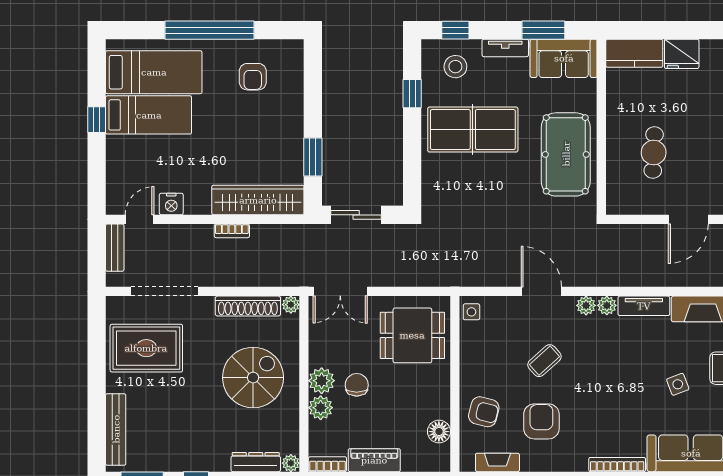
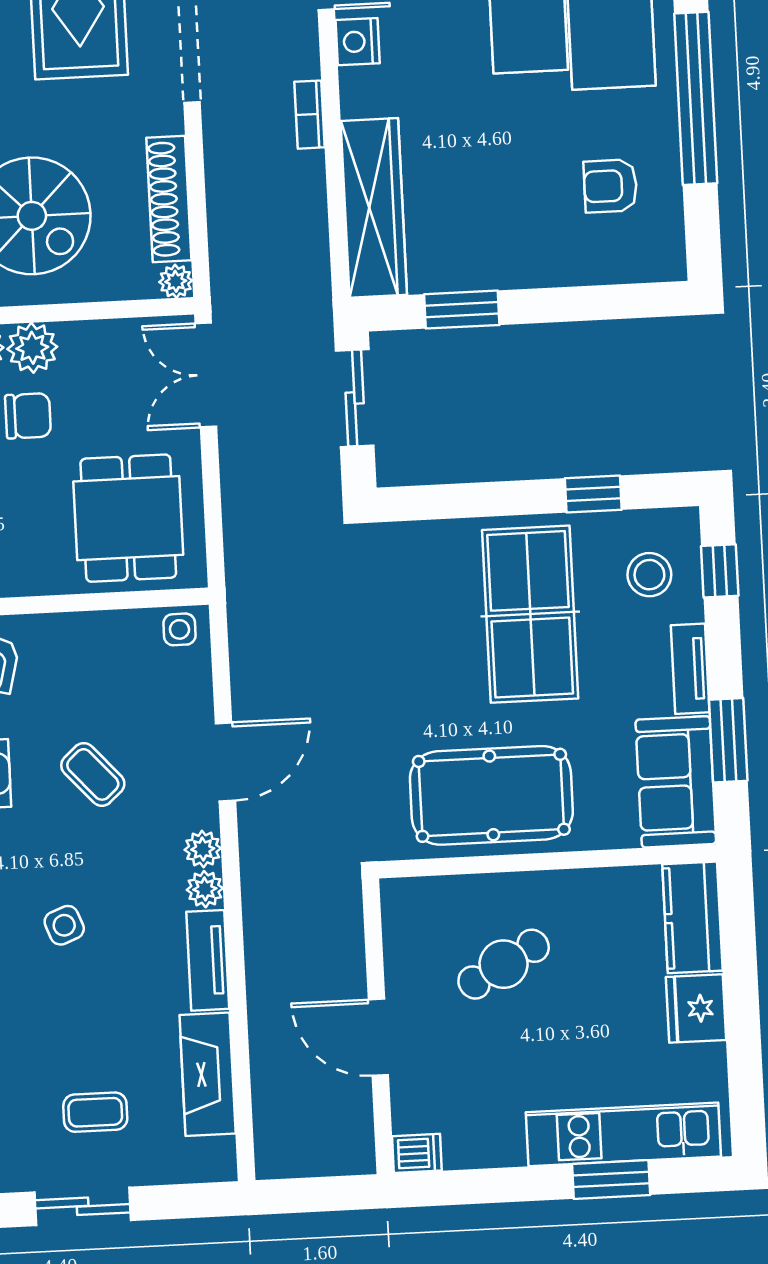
cafe table: (654, 153) -> (504, 964), turned -32
bookcase: (232, 231) -> (309, 115), moved
side table: (678, 384) -> (64, 925), moved

